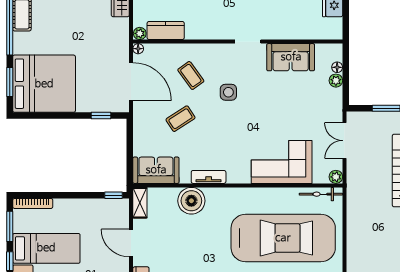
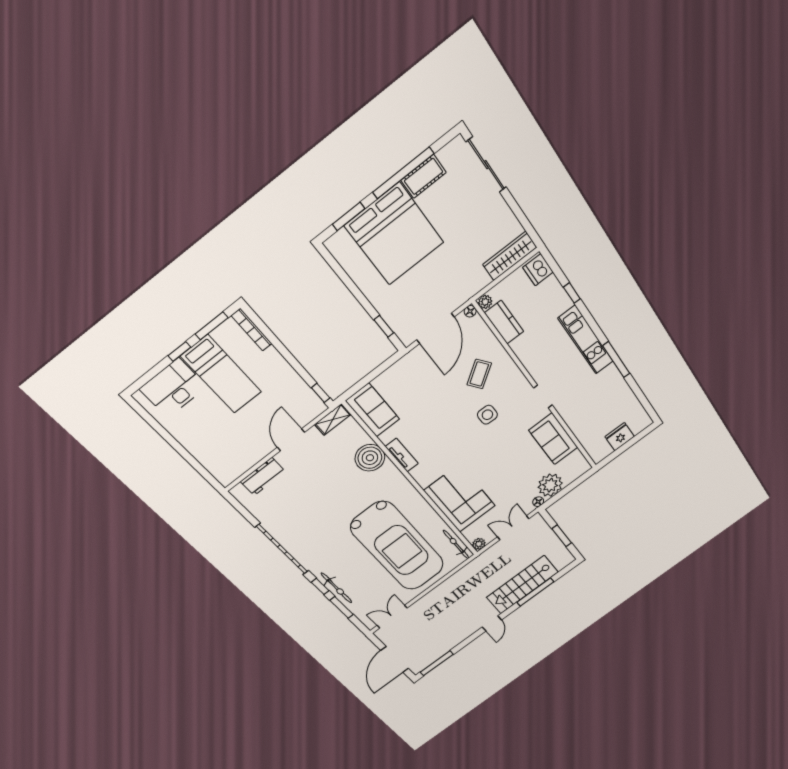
floor lamp: (337, 67) -> (538, 502), moved
plant: (336, 81) -> (550, 485), width x1.87, depth x1.87
bed: (44, 84) -> (394, 234), moved
coffee table: (181, 119) -> (434, 395), removed

